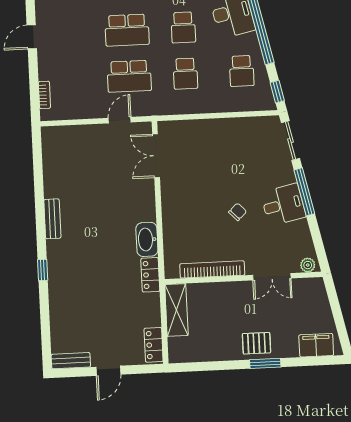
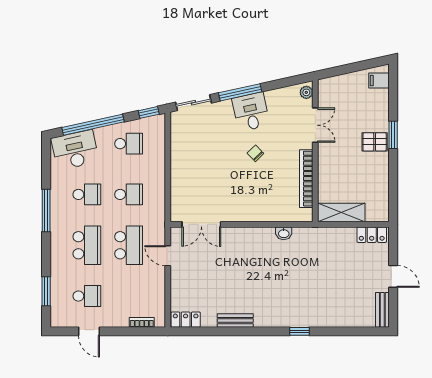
school desk: (71, 33) -> (87, 296), added
bench: (52, 219) -> (235, 321), moved
washbasin: (147, 239) -> (284, 233), width x0.52, depth x0.69
locker: (150, 275) -> (186, 320), moved, turned 180
pallet: (256, 343) -> (375, 142), turned 90
filing cabinet: (316, 345) -> (379, 81), width x0.50

